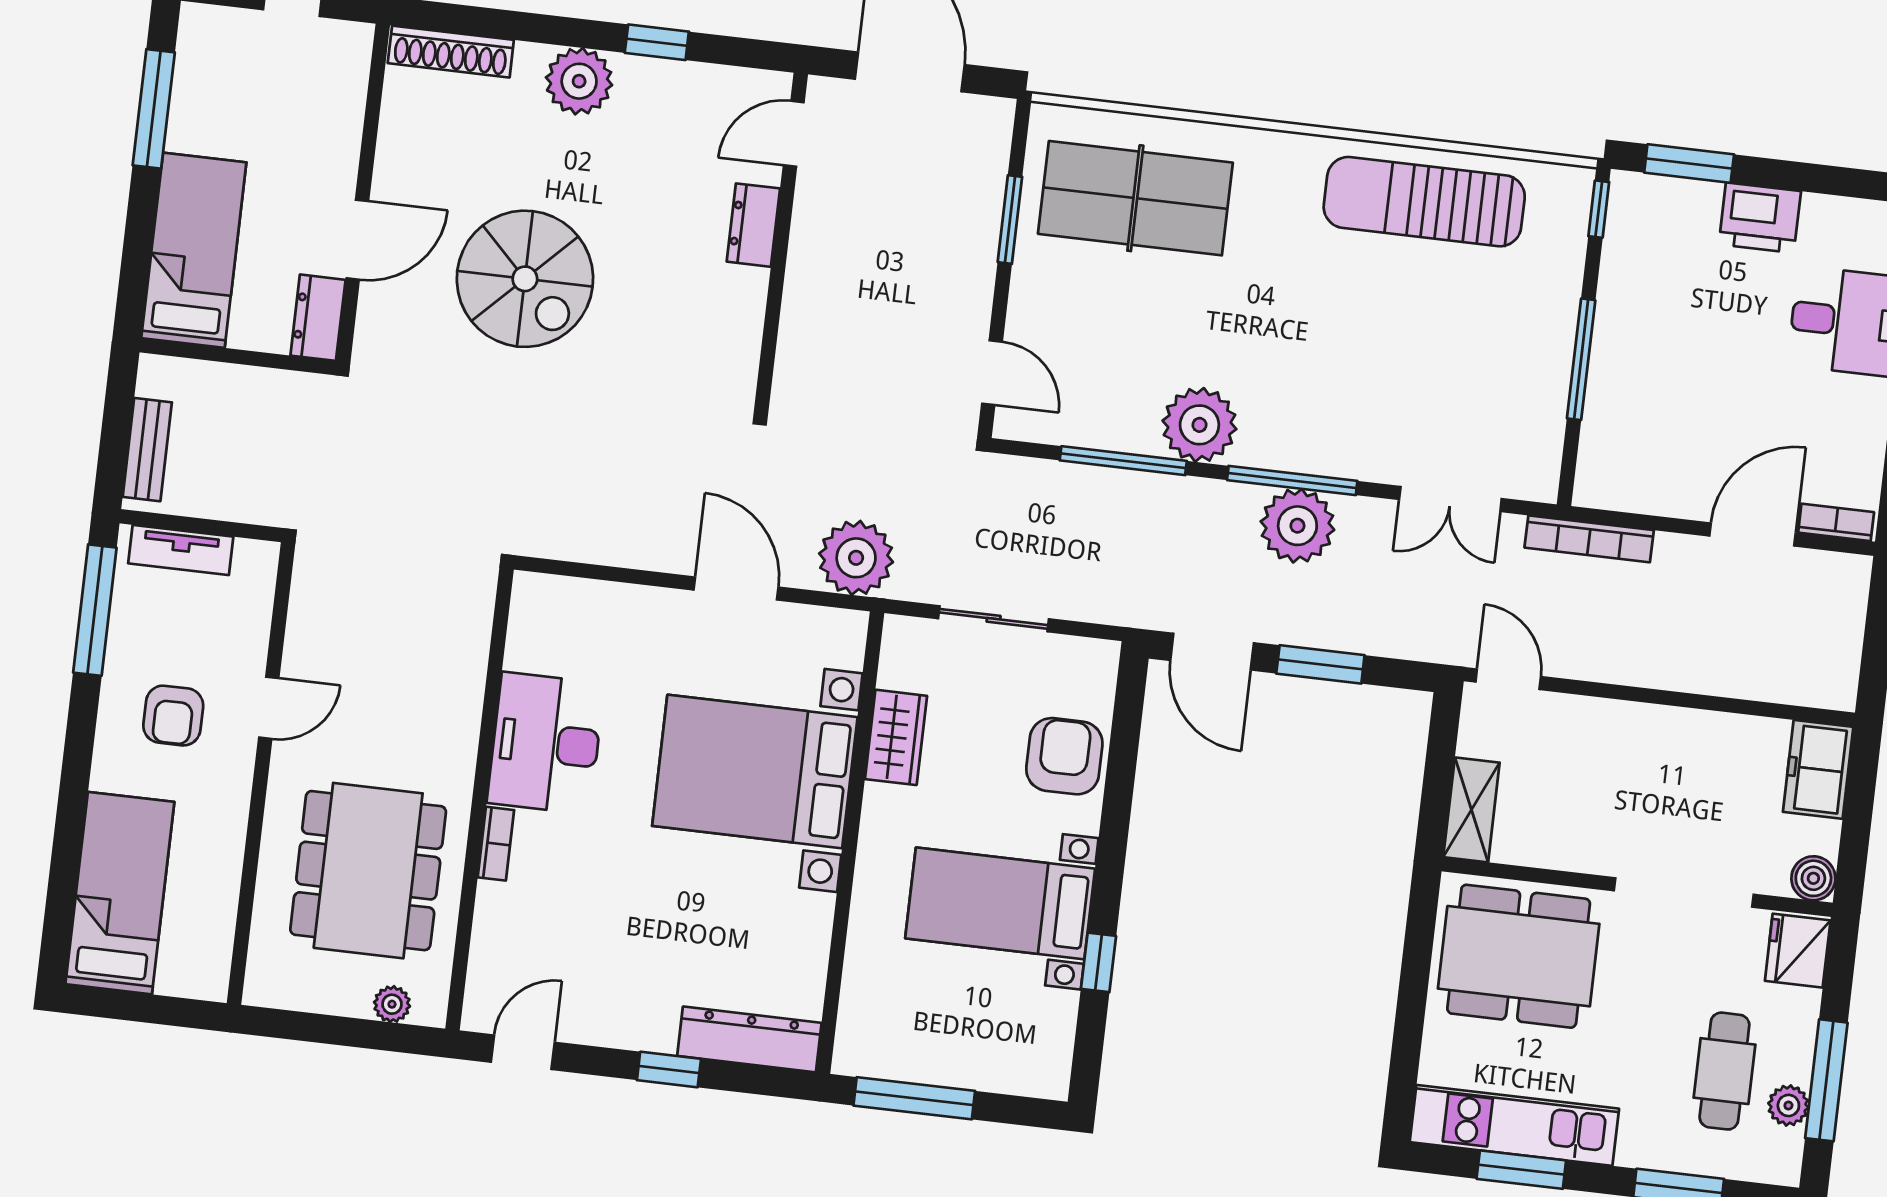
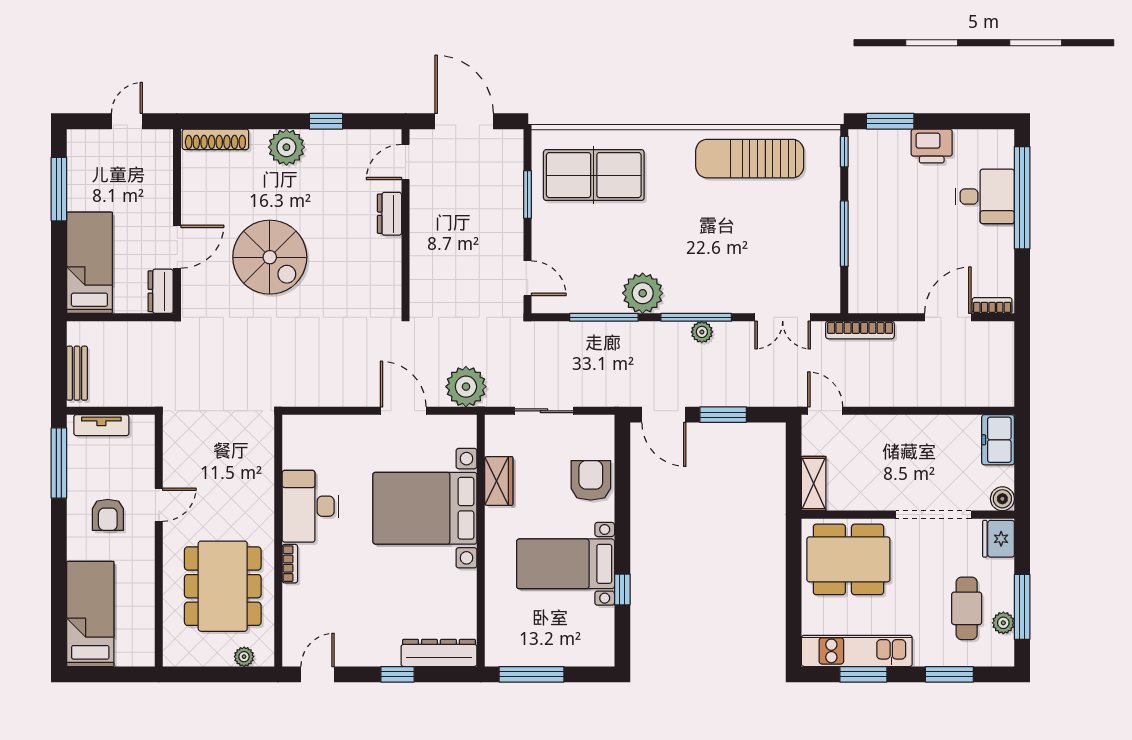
plant: (1297, 526) -> (702, 332), width x0.53, depth x0.53

